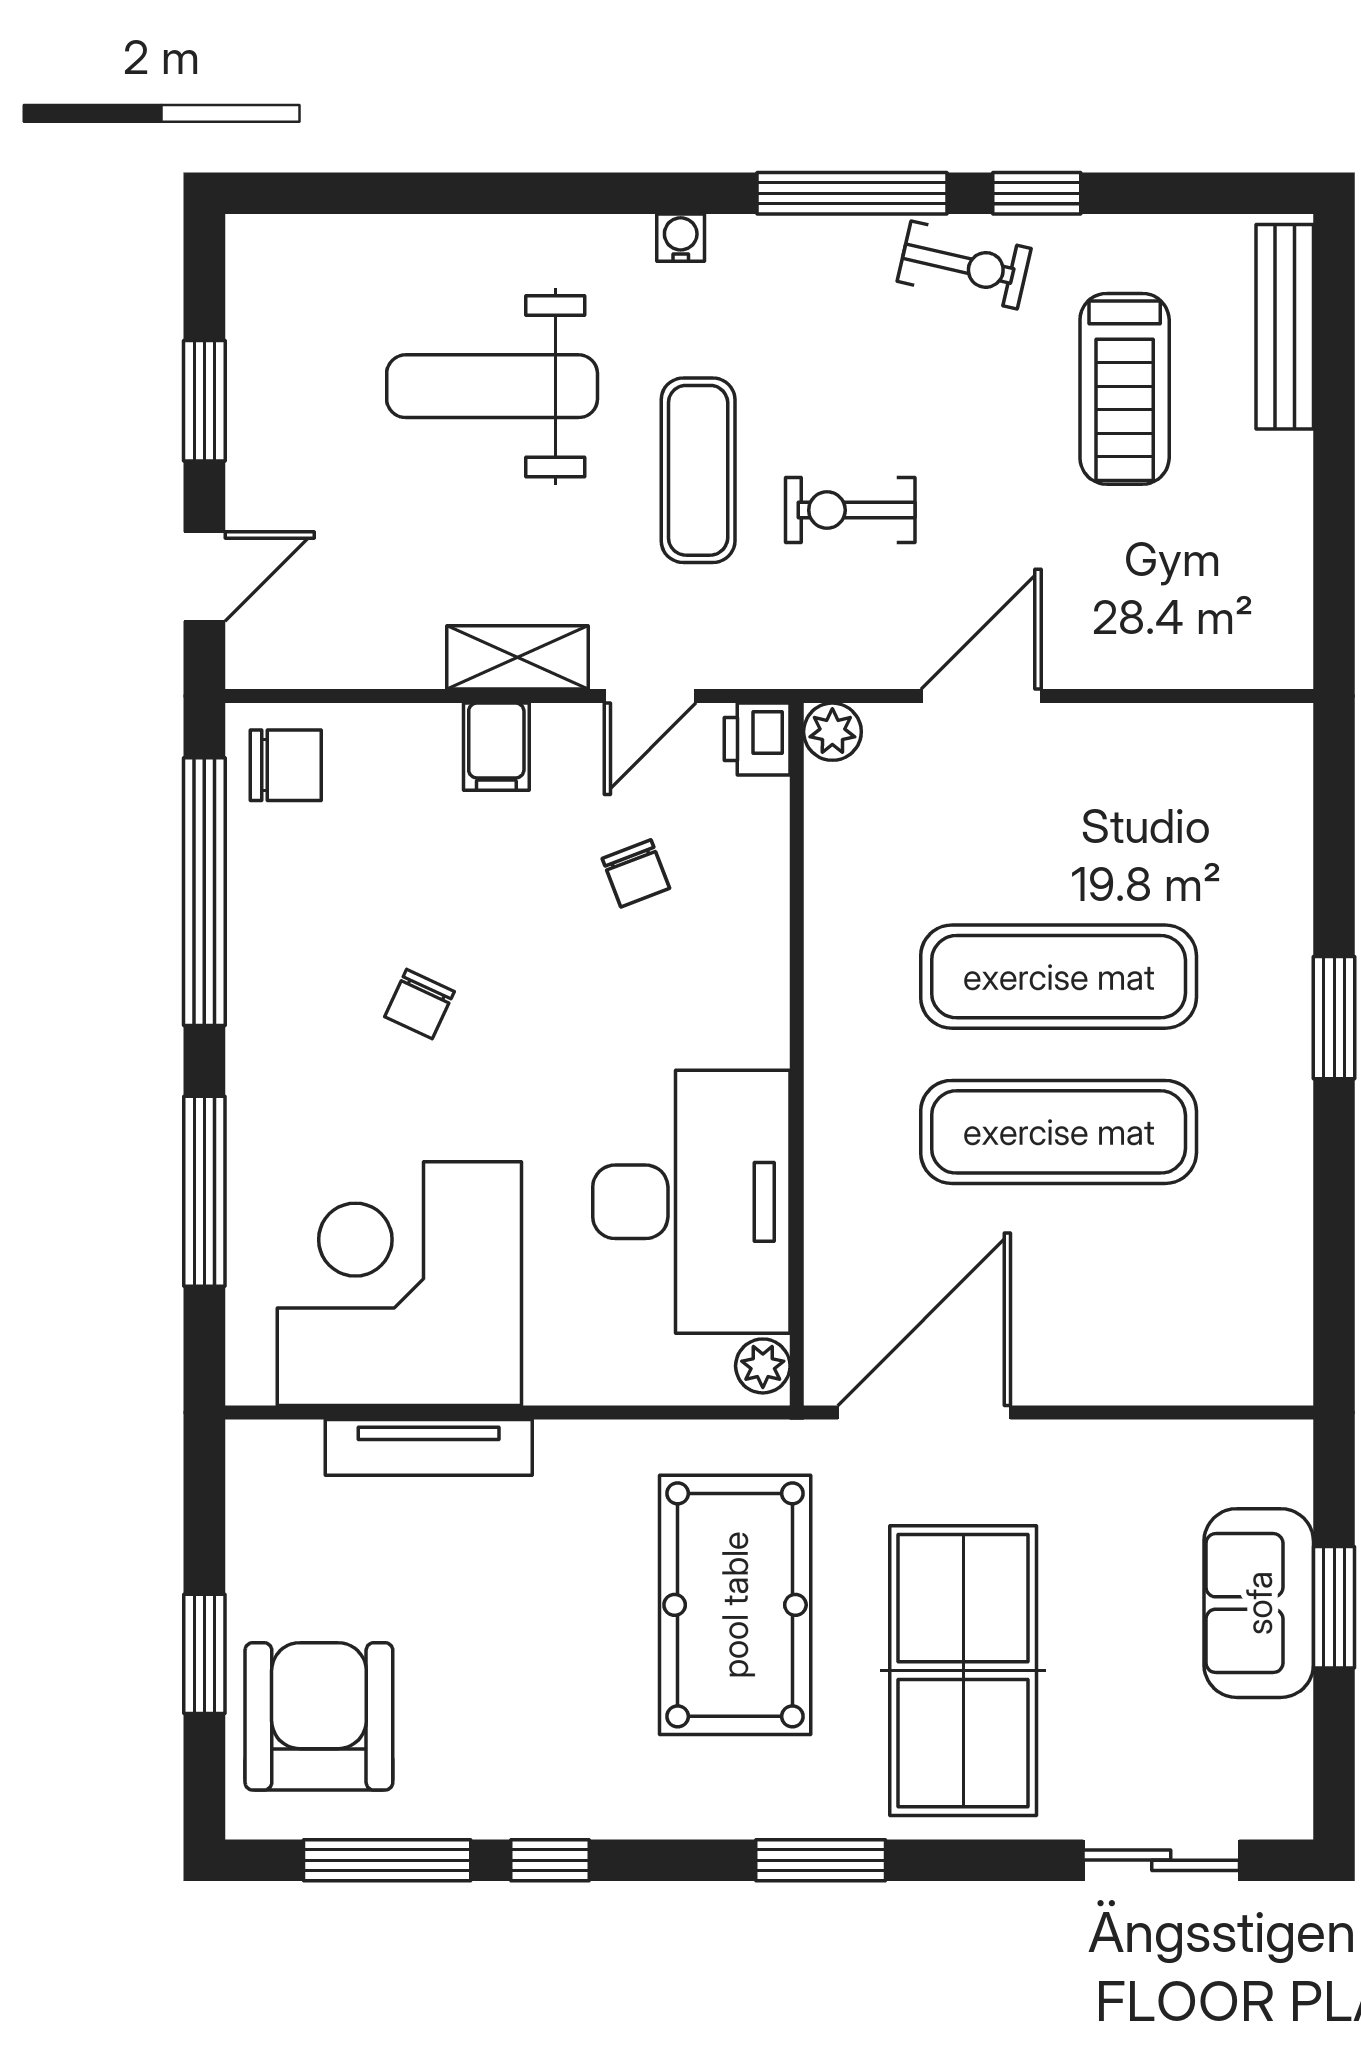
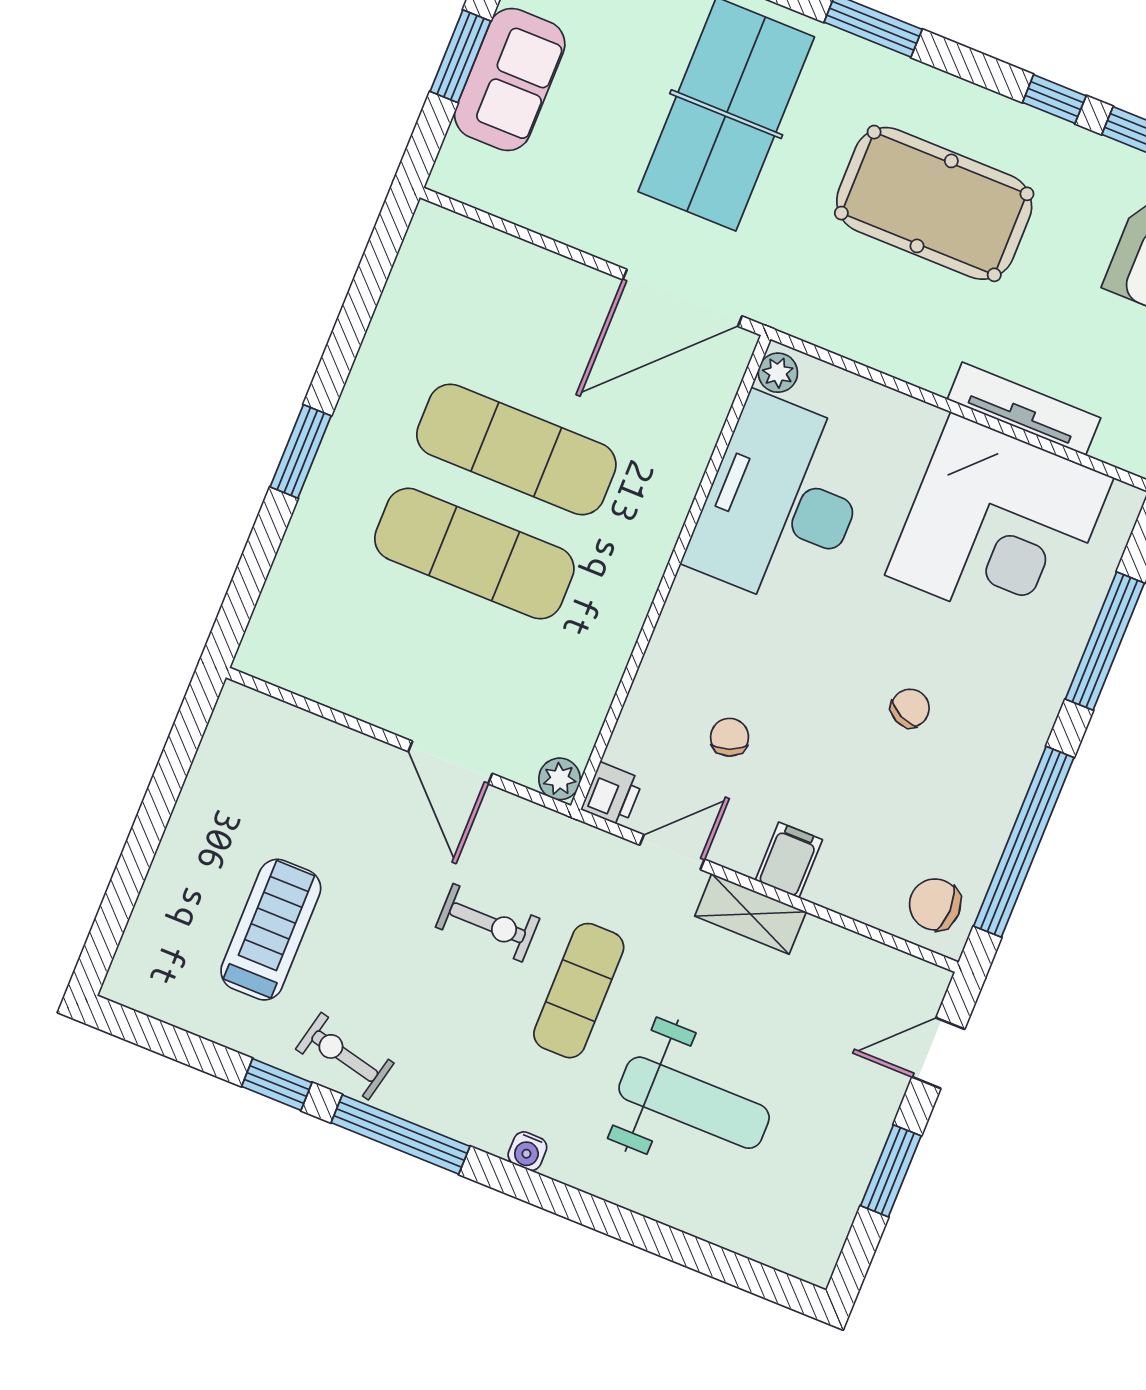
bench: (1285, 327) -> (147, 928), removed
door: (981, 696) -> (450, 763), hinge flipped
pool table: (735, 1605) -> (934, 203), moved, turned 90

